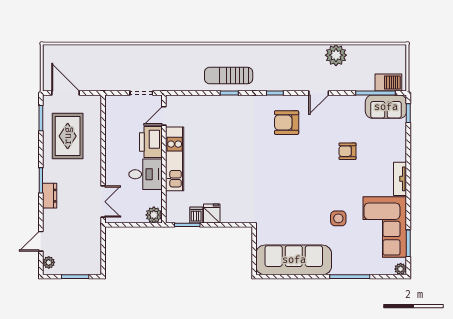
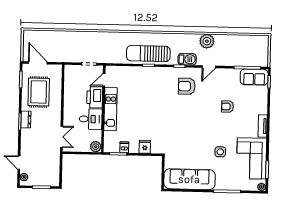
plant: (336, 55) -> (207, 41), moved
sun lounger: (229, 75) -> (148, 54), width x1.36, depth x1.34
barbecue: (388, 83) -> (187, 59), moved
dresser: (50, 196) -> (26, 119), moved
fridge: (212, 213) -> (145, 147), moved
door: (41, 241) -> (19, 163), hinge flipped

